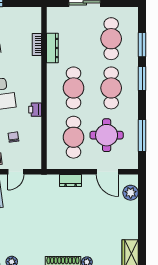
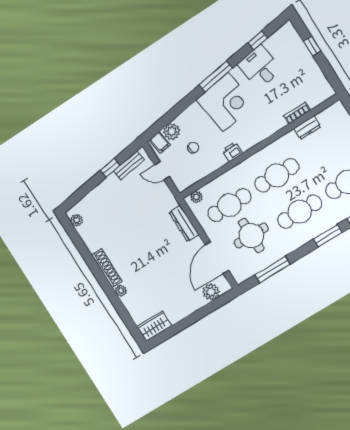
dresser: (52, 48) -> (307, 128), width x0.70
plant: (52, 158) -> (196, 197), added
door: (107, 172) -> (217, 258), width x1.36
dresser: (71, 180) -> (184, 224), width x1.44

